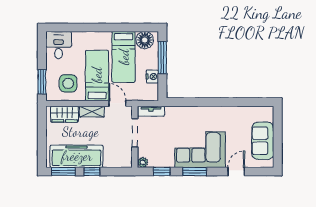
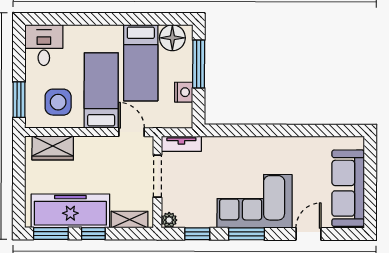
shelving: (92, 112) -> (130, 220), moved
sofa: (263, 141) -> (348, 188), width x1.36

